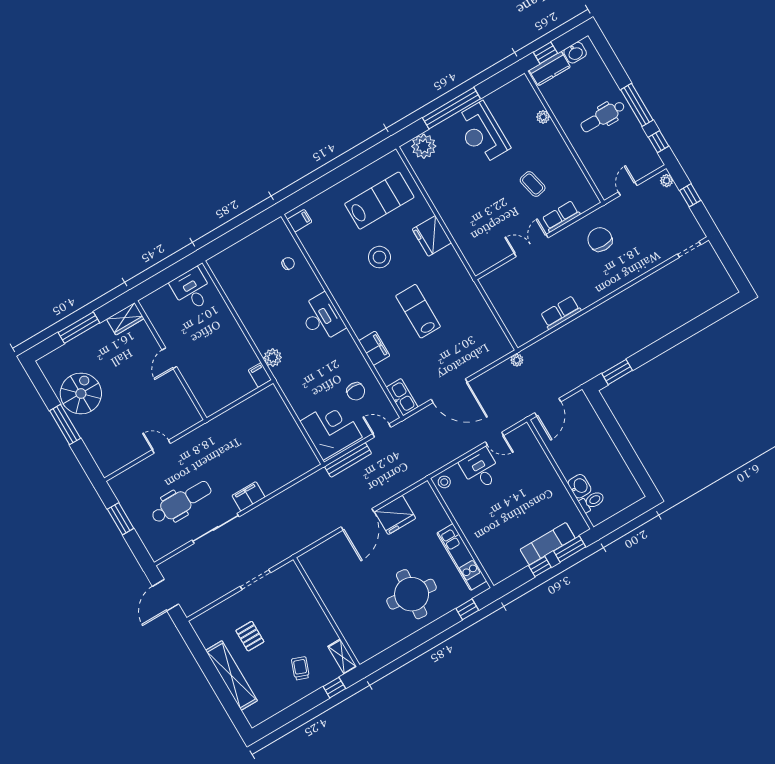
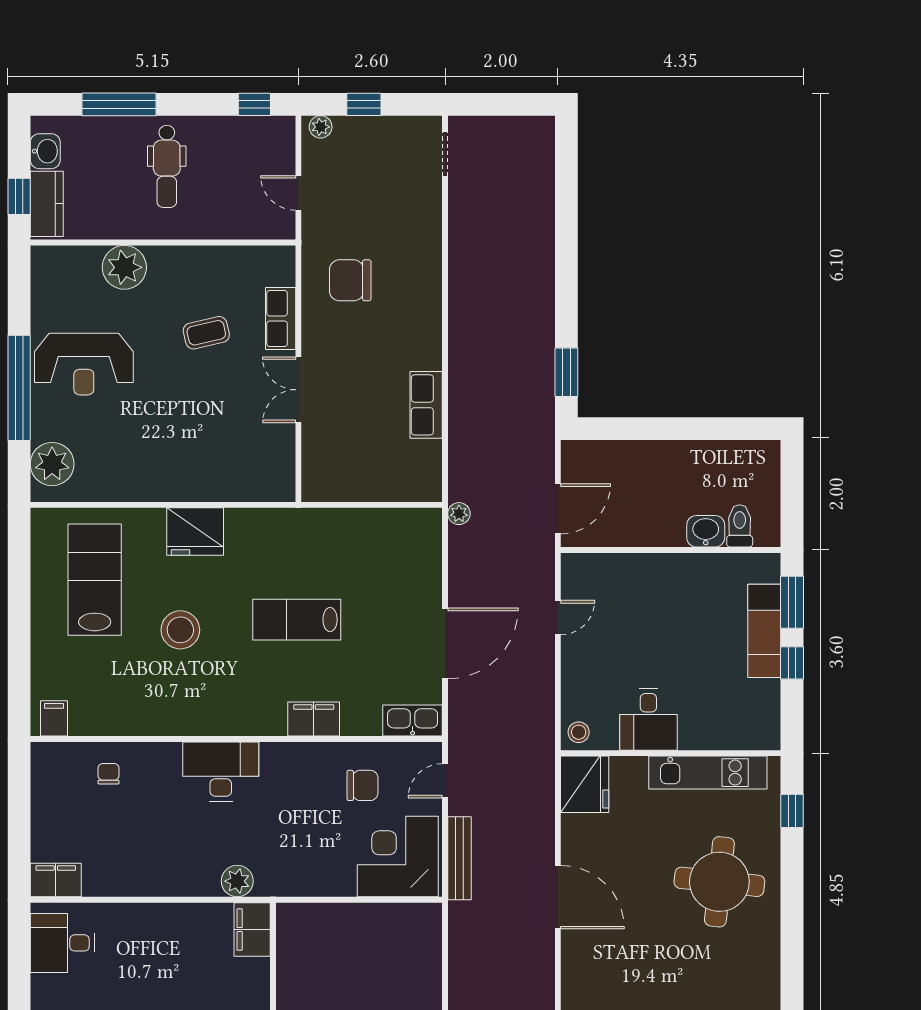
window: (637, 105) -> (119, 104), moved
plant: (543, 117) -> (124, 267), width x1.88, depth x1.88
filing cabinet: (221, 268) -> (56, 880), added
filing cabinet: (260, 375) -> (252, 930), width x2.00
door: (548, 407) -> (558, 509), hinge flipped
desk: (480, 469) -> (648, 719), moved, turned -90
fridge: (395, 515) -> (585, 784), moved

